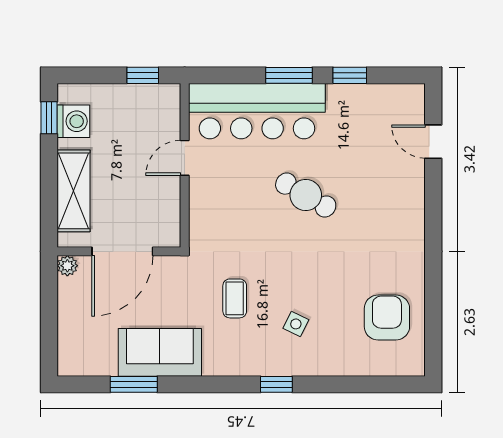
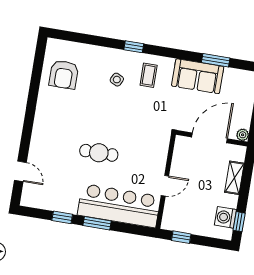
shelving: (73, 191) -> (234, 178), width x0.67, depth x0.75
cafe table: (306, 195) -> (99, 153), turned -30
coffee table: (235, 298) -> (149, 75), moved

